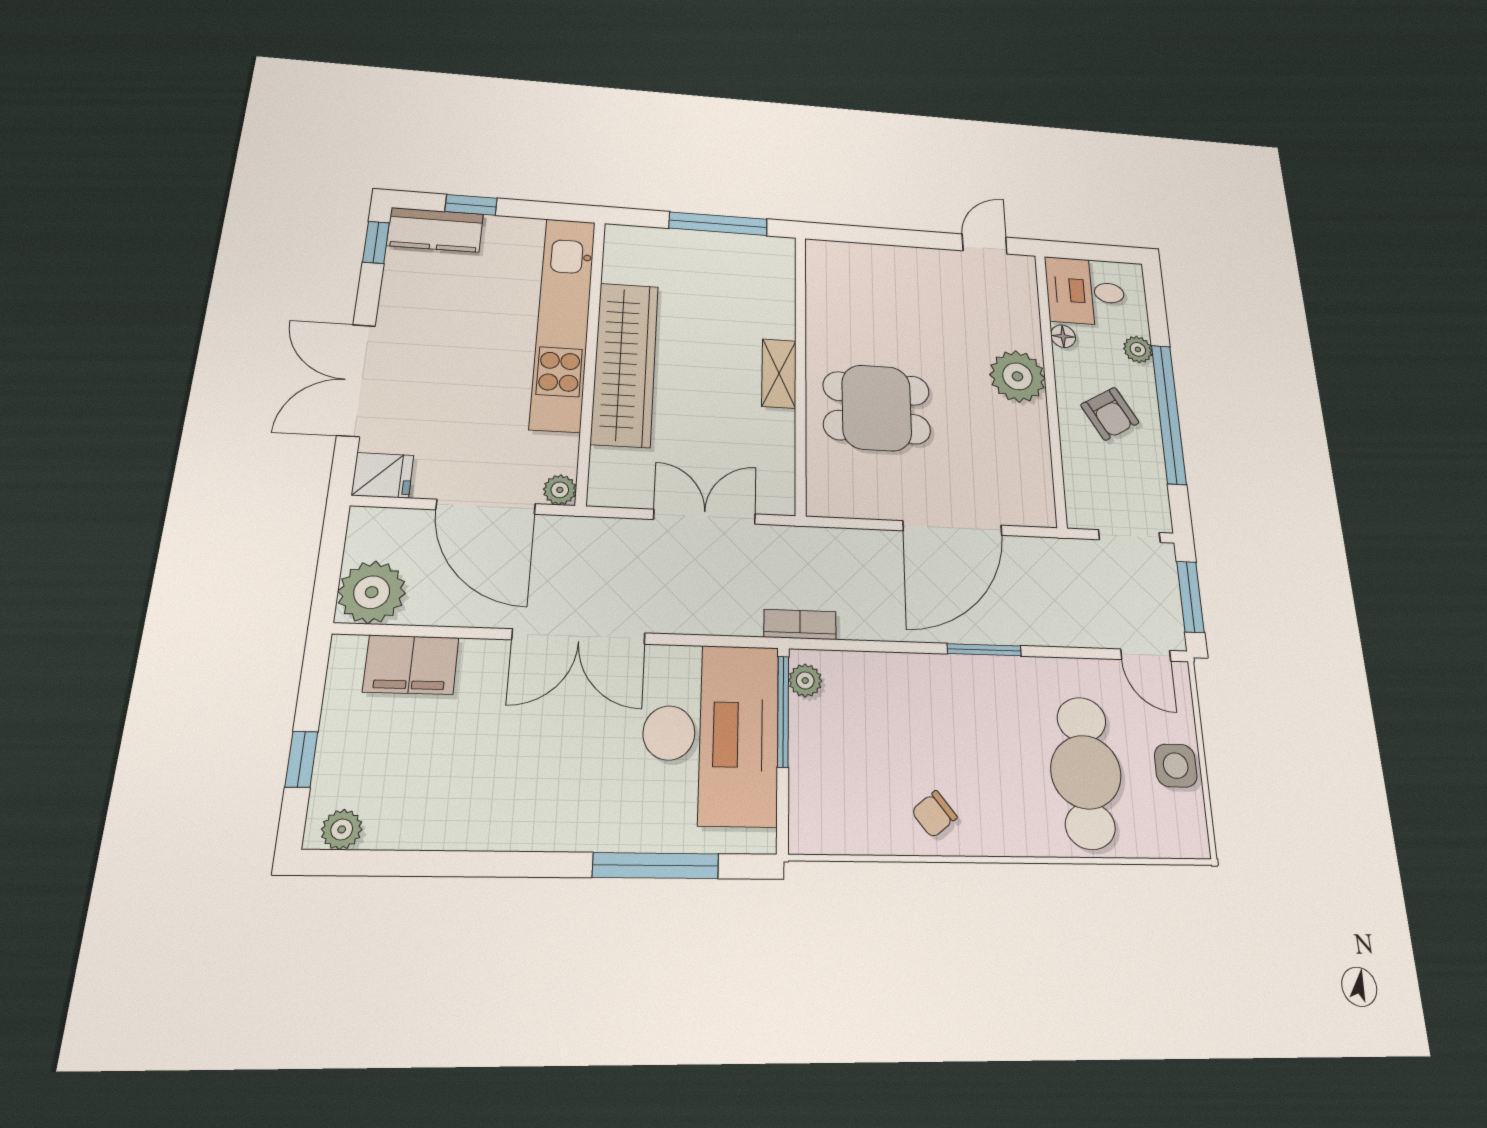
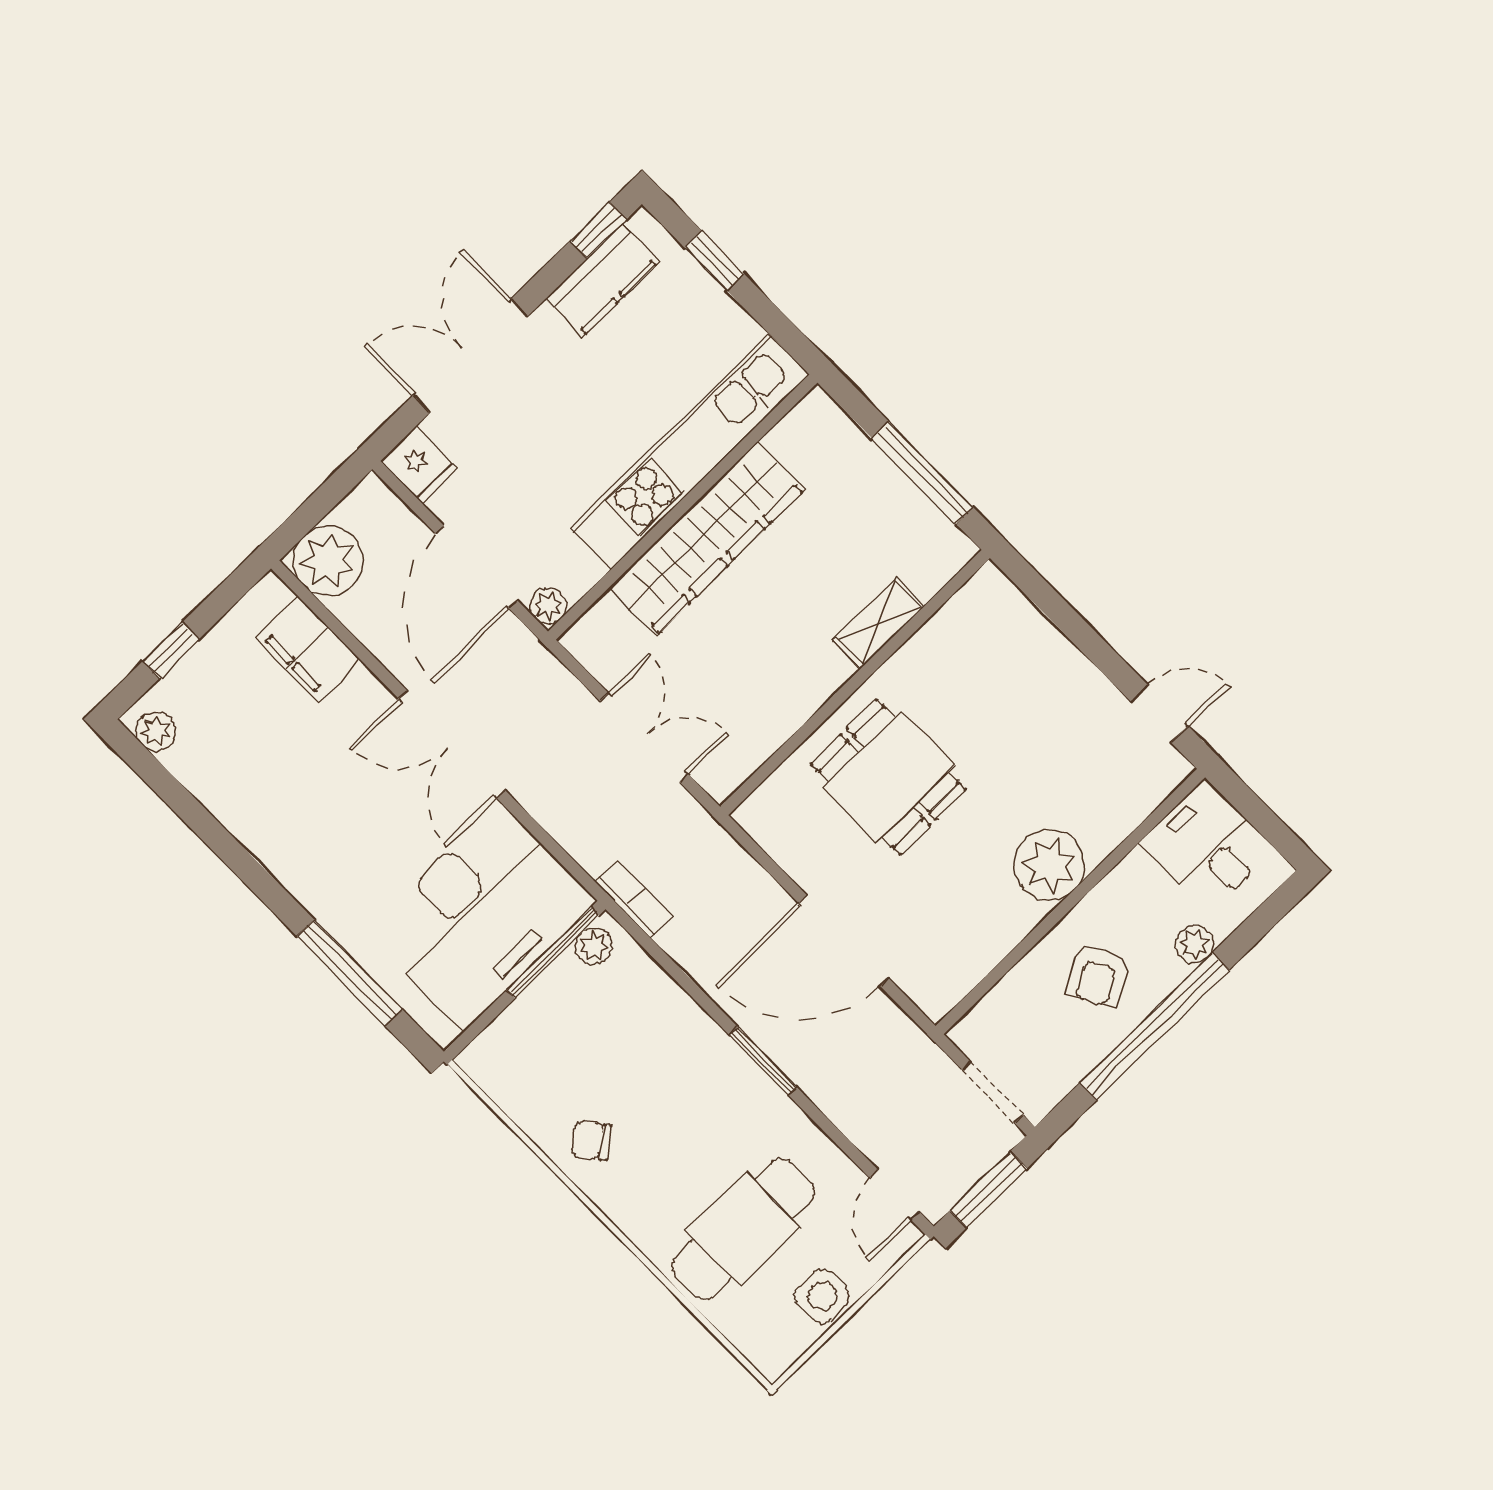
kitchen counter: (435, 230) -> (602, 280), moved, turned -90
floor lamp: (1063, 336) -> (1135, 868), removed
shelving: (779, 373) -> (879, 623), moved

